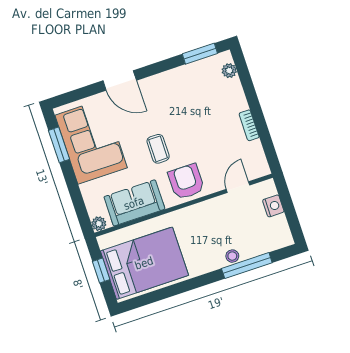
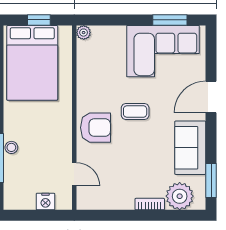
plant: (229, 71) -> (180, 196), width x1.88, depth x1.88
bookcase: (249, 125) -> (150, 204), moved
sofa: (134, 203) -> (190, 148), moved, turned 180

